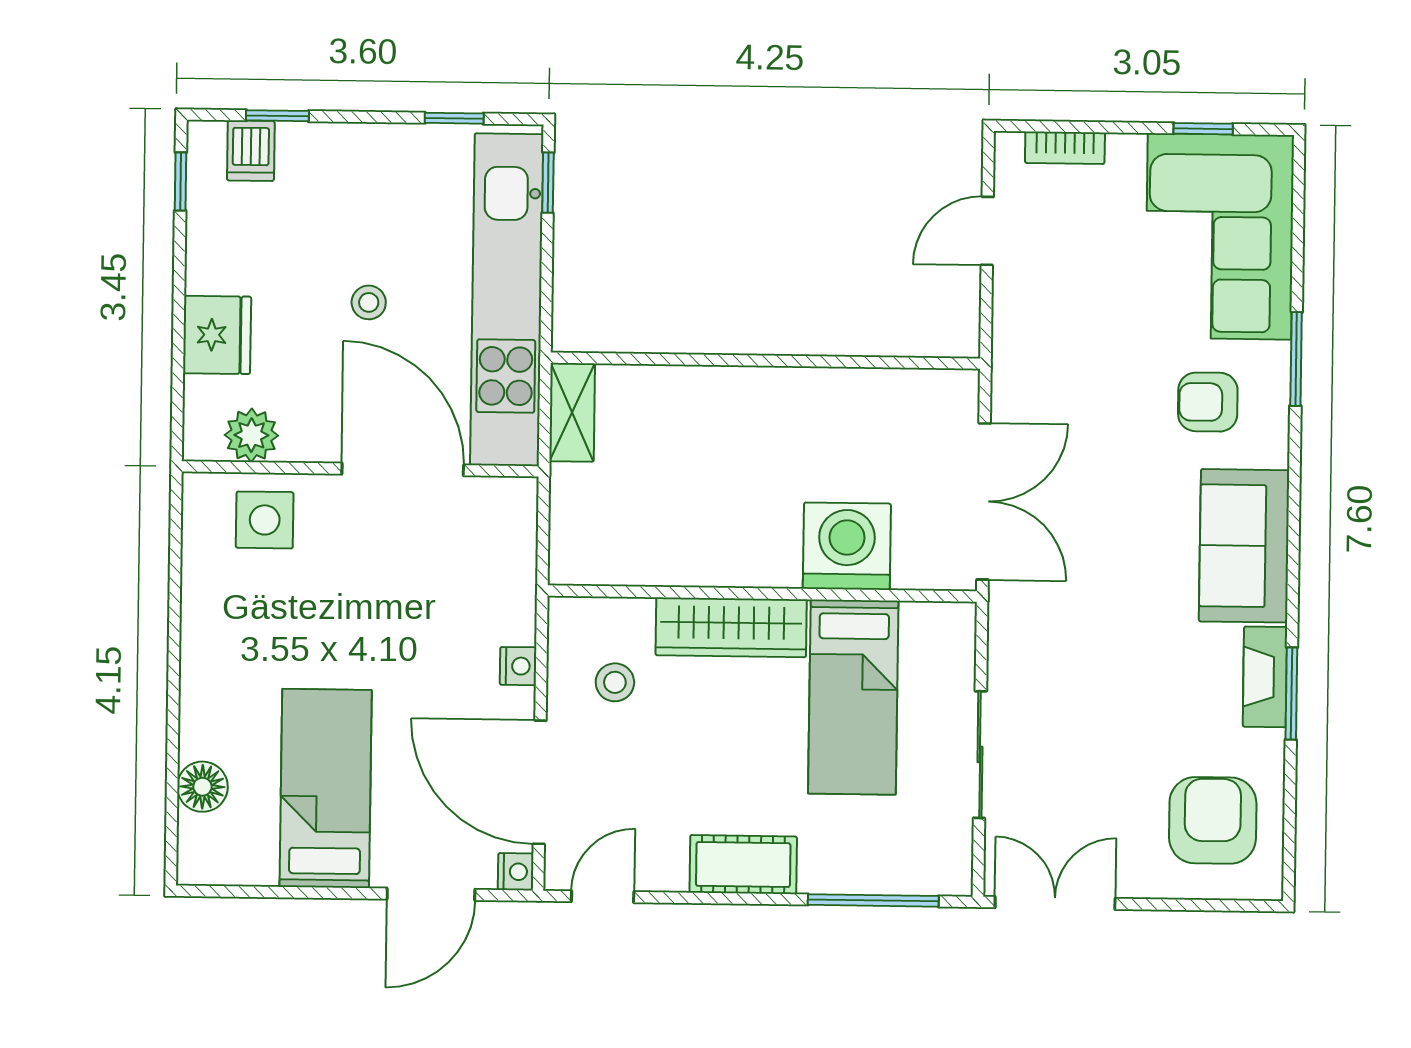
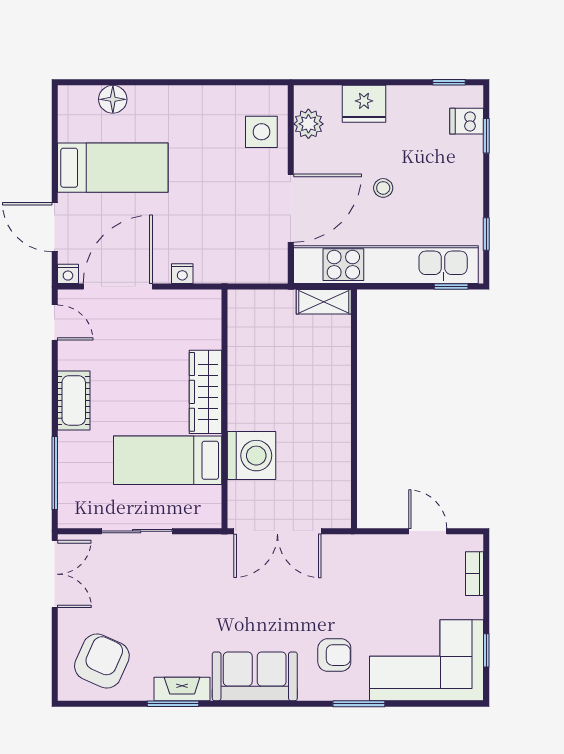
armchair: (1208, 402) -> (334, 655), turned 90
stool: (615, 682) -> (174, 328), removed
armchair: (1213, 820) -> (102, 661), turned -66

